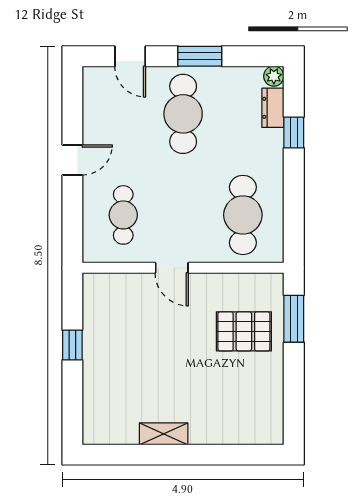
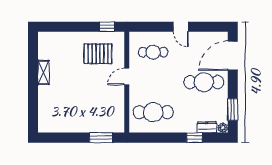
door: (130, 56) -> (233, 56), width x1.87
window: (200, 56) -> (233, 110), moved
pallet: (244, 331) -> (98, 54), moved, turned 90
window: (72, 345) -> (107, 27), moved

